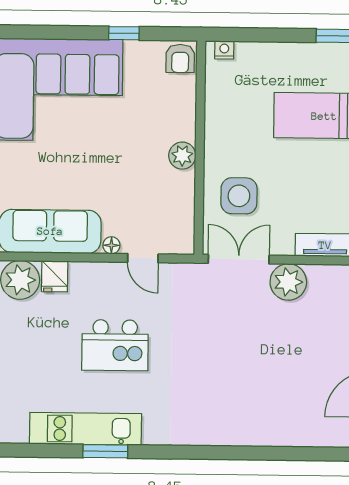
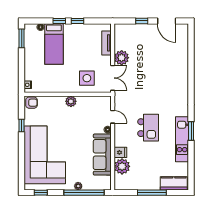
door: (143, 258) -> (113, 117), hinge flipped
double door: (239, 259) -> (113, 78), swing flipped

